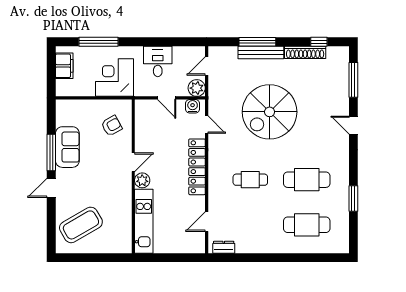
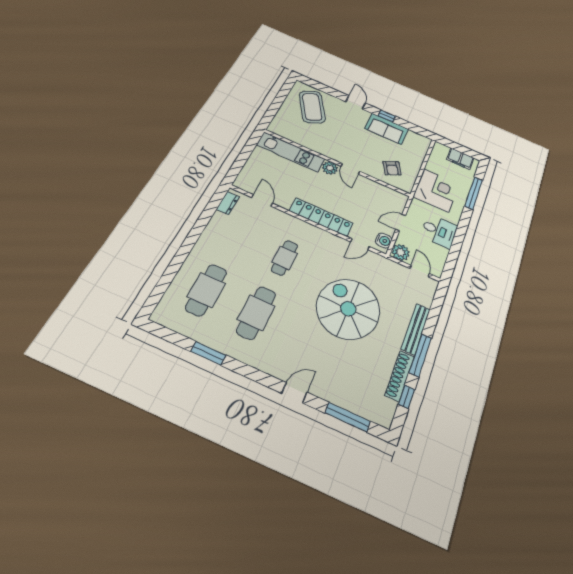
window: (257, 42) -> (420, 355), moved
window: (51, 153) -> (387, 116), width x0.46

